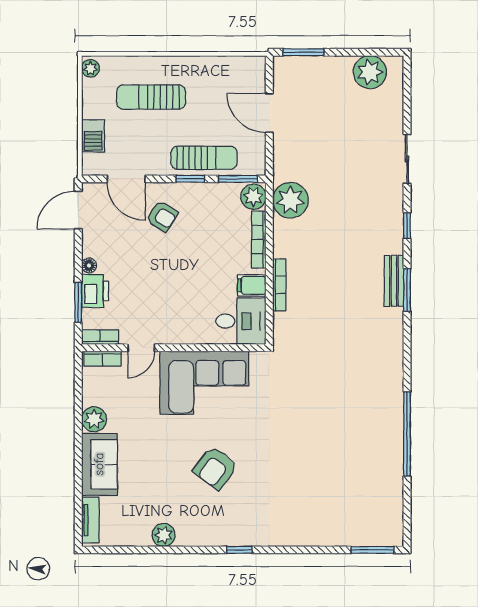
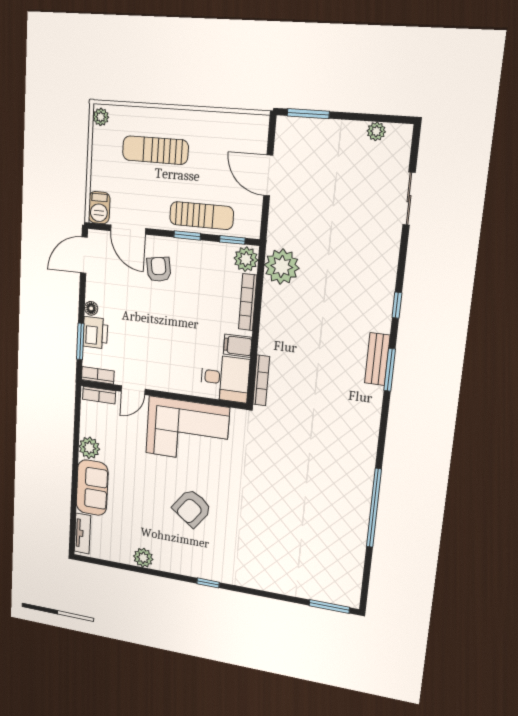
plant: (370, 72) -> (376, 131), width x0.53, depth x0.53
barbecue: (93, 136) -> (99, 208), moved
sliding door: (407, 159) -> (409, 199), moved
window: (238, 179) -> (232, 240), width x0.67
armchair: (162, 216) -> (159, 269), turned -131
bookcase: (279, 285) -> (261, 380), moved

